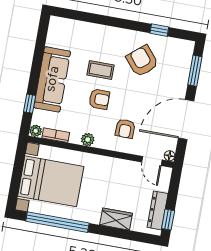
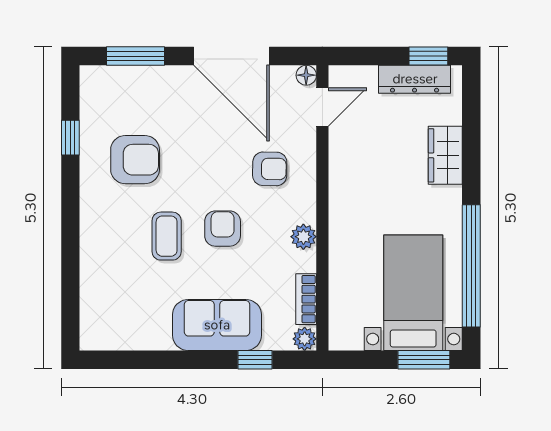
armchair: (142, 61) -> (135, 160), turned -140
sofa: (52, 79) -> (217, 325), width x0.73
bed with nightstands: (51, 181) -> (413, 293), width x0.73
window: (14, 190) -> (424, 360), added

